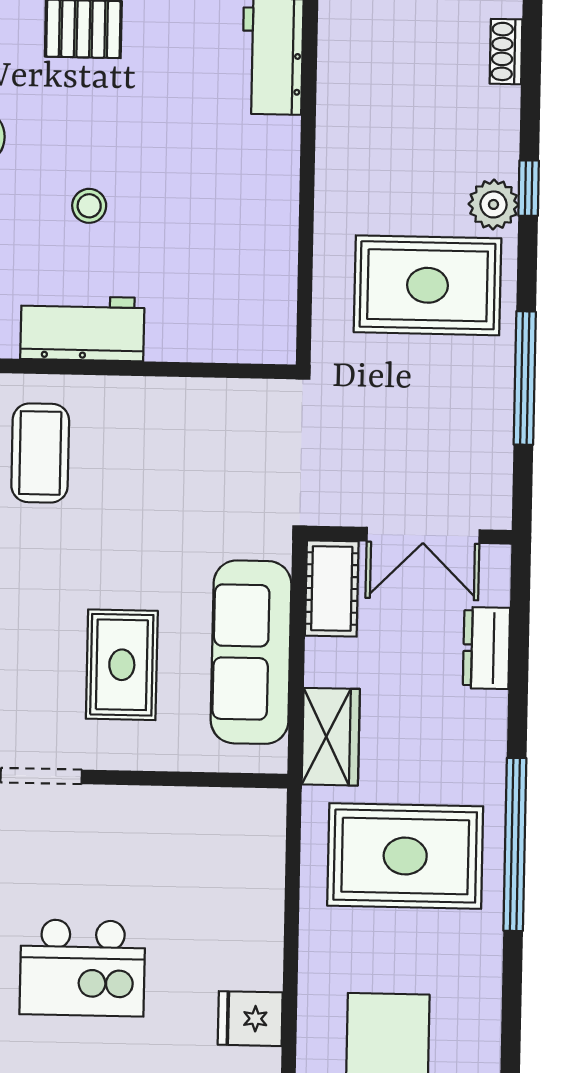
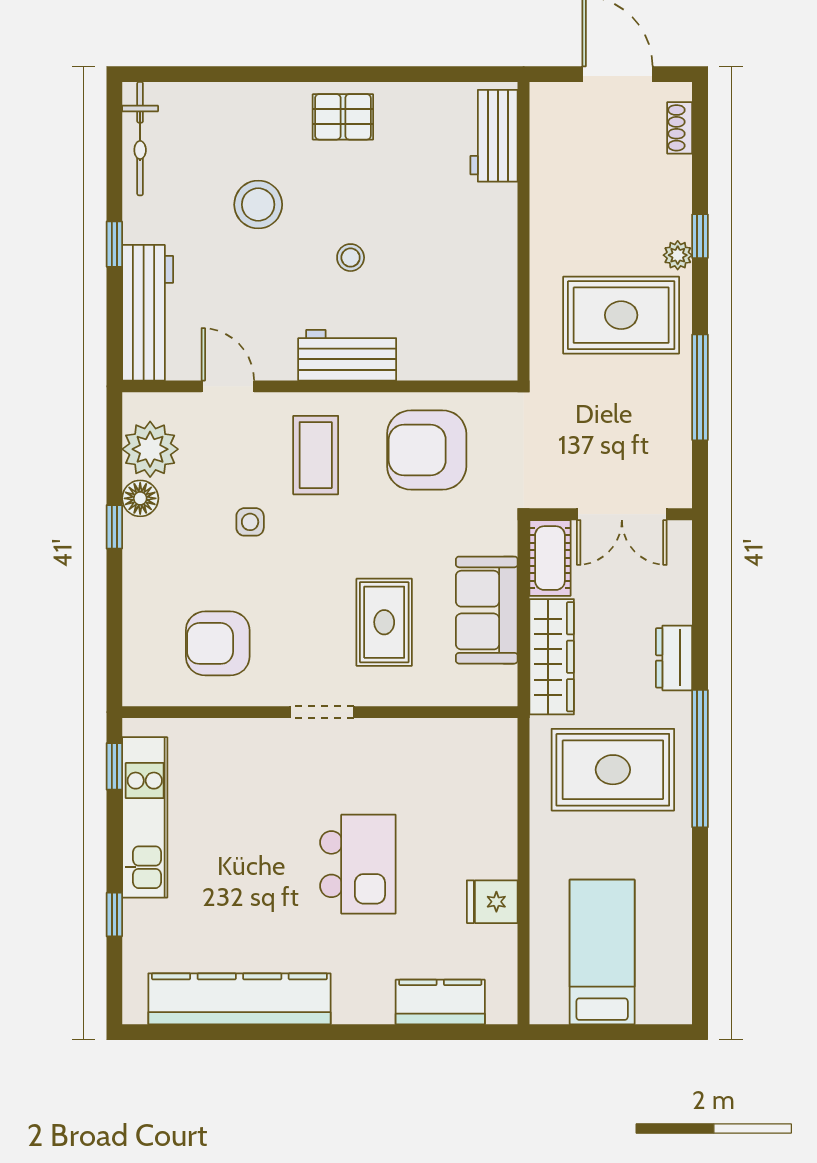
plant: (494, 204) -> (678, 255), width x0.73, depth x0.73
armchair: (180, 450) -> (427, 450), added
dresser: (486, 648) -> (674, 658), moved
sofa: (251, 652) -> (487, 610), width x0.73
wardrobe: (331, 737) -> (552, 657), width x1.50
kitchen island: (82, 968) -> (358, 864), turned -90

